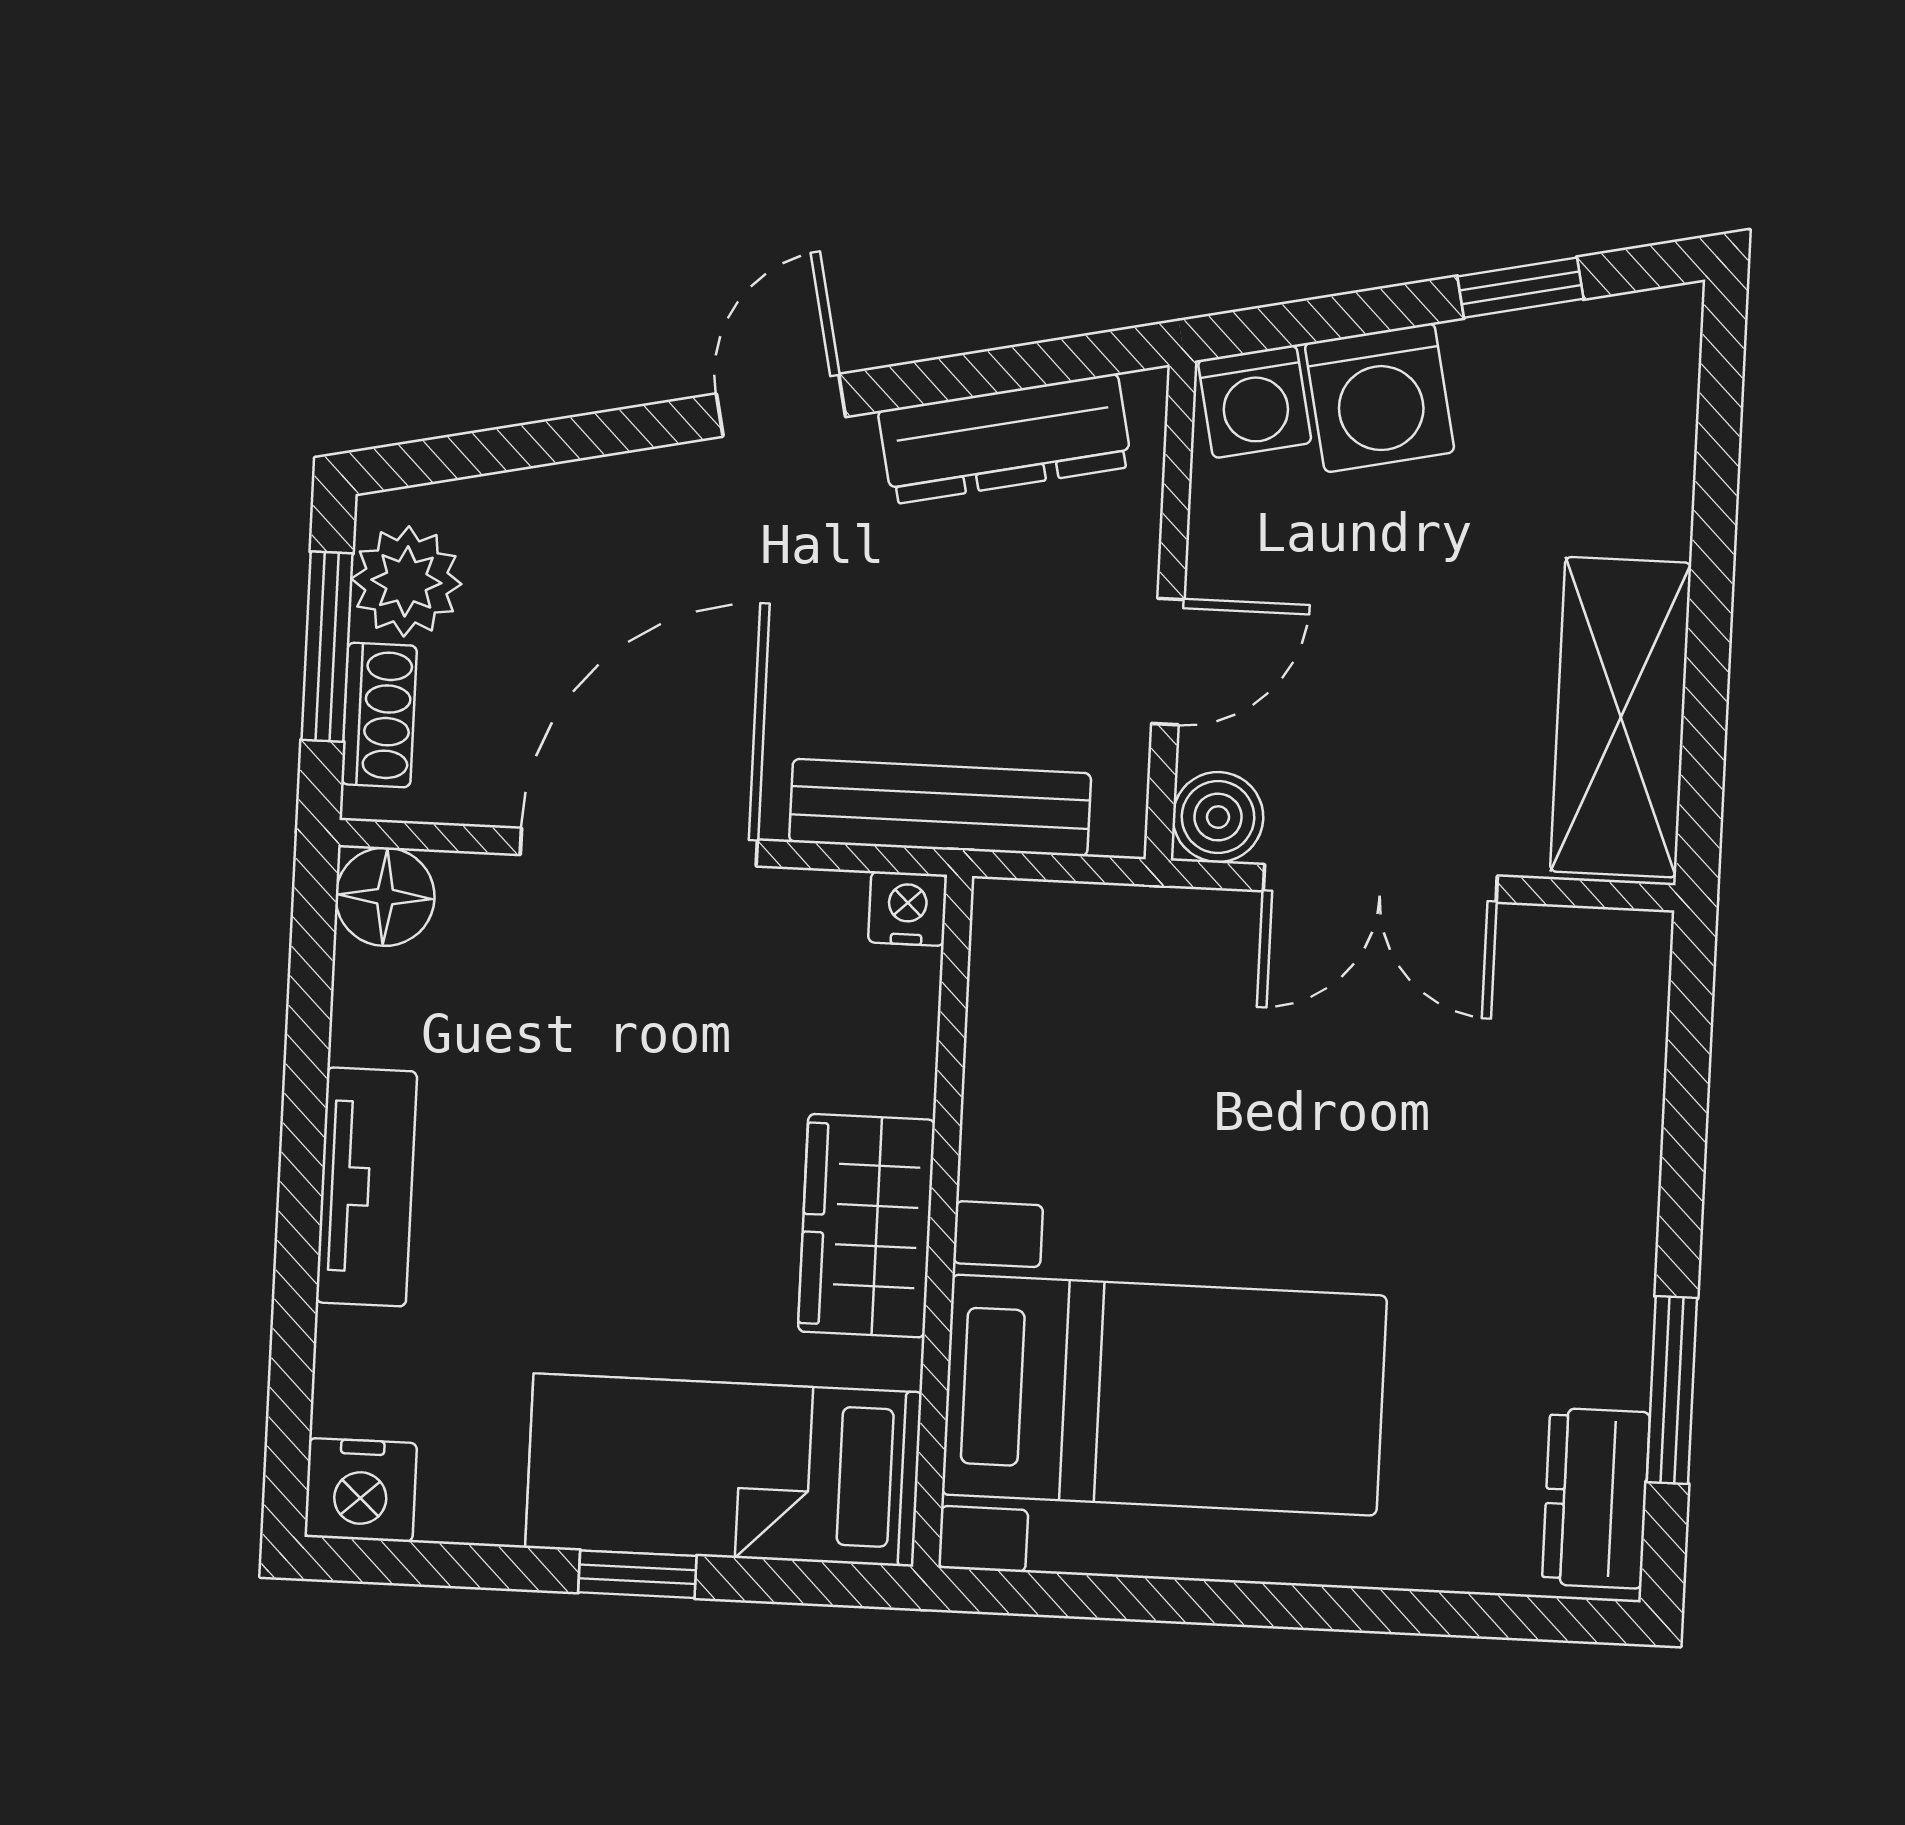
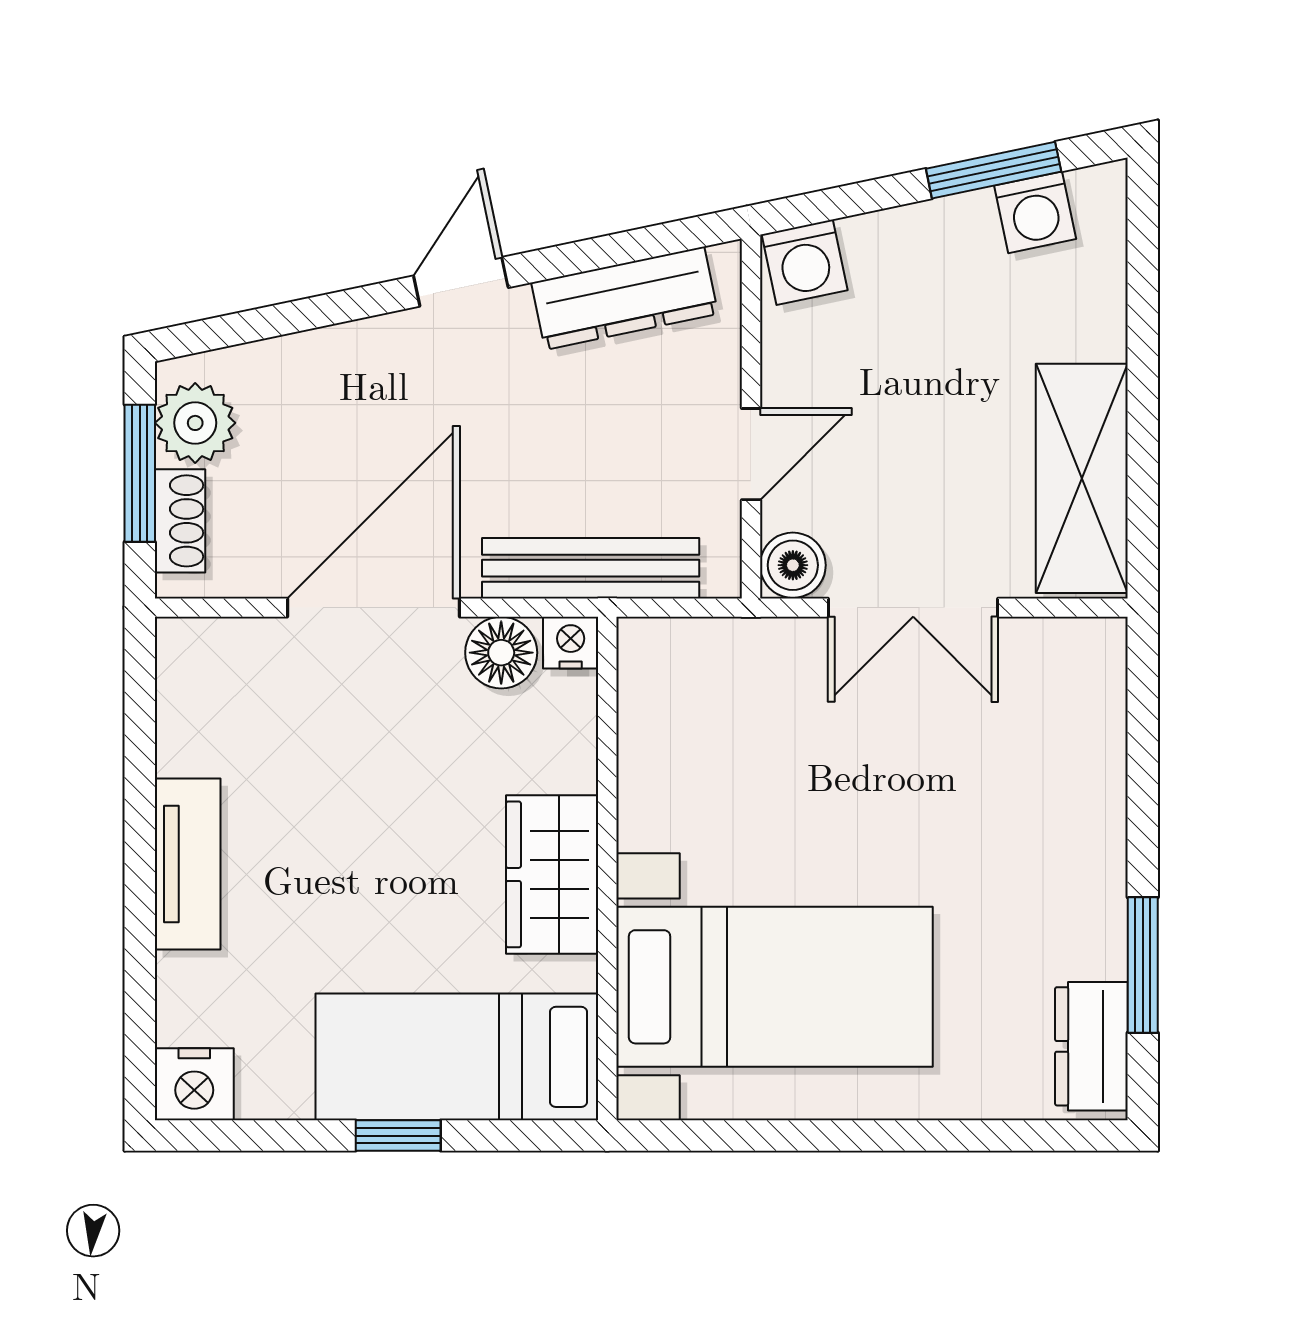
window: (1520, 288) -> (994, 170), width x1.50
washing machine: (1380, 398) -> (1035, 212), moved, width x0.73, depth x0.73
floor lamp: (385, 897) -> (501, 653), moved

